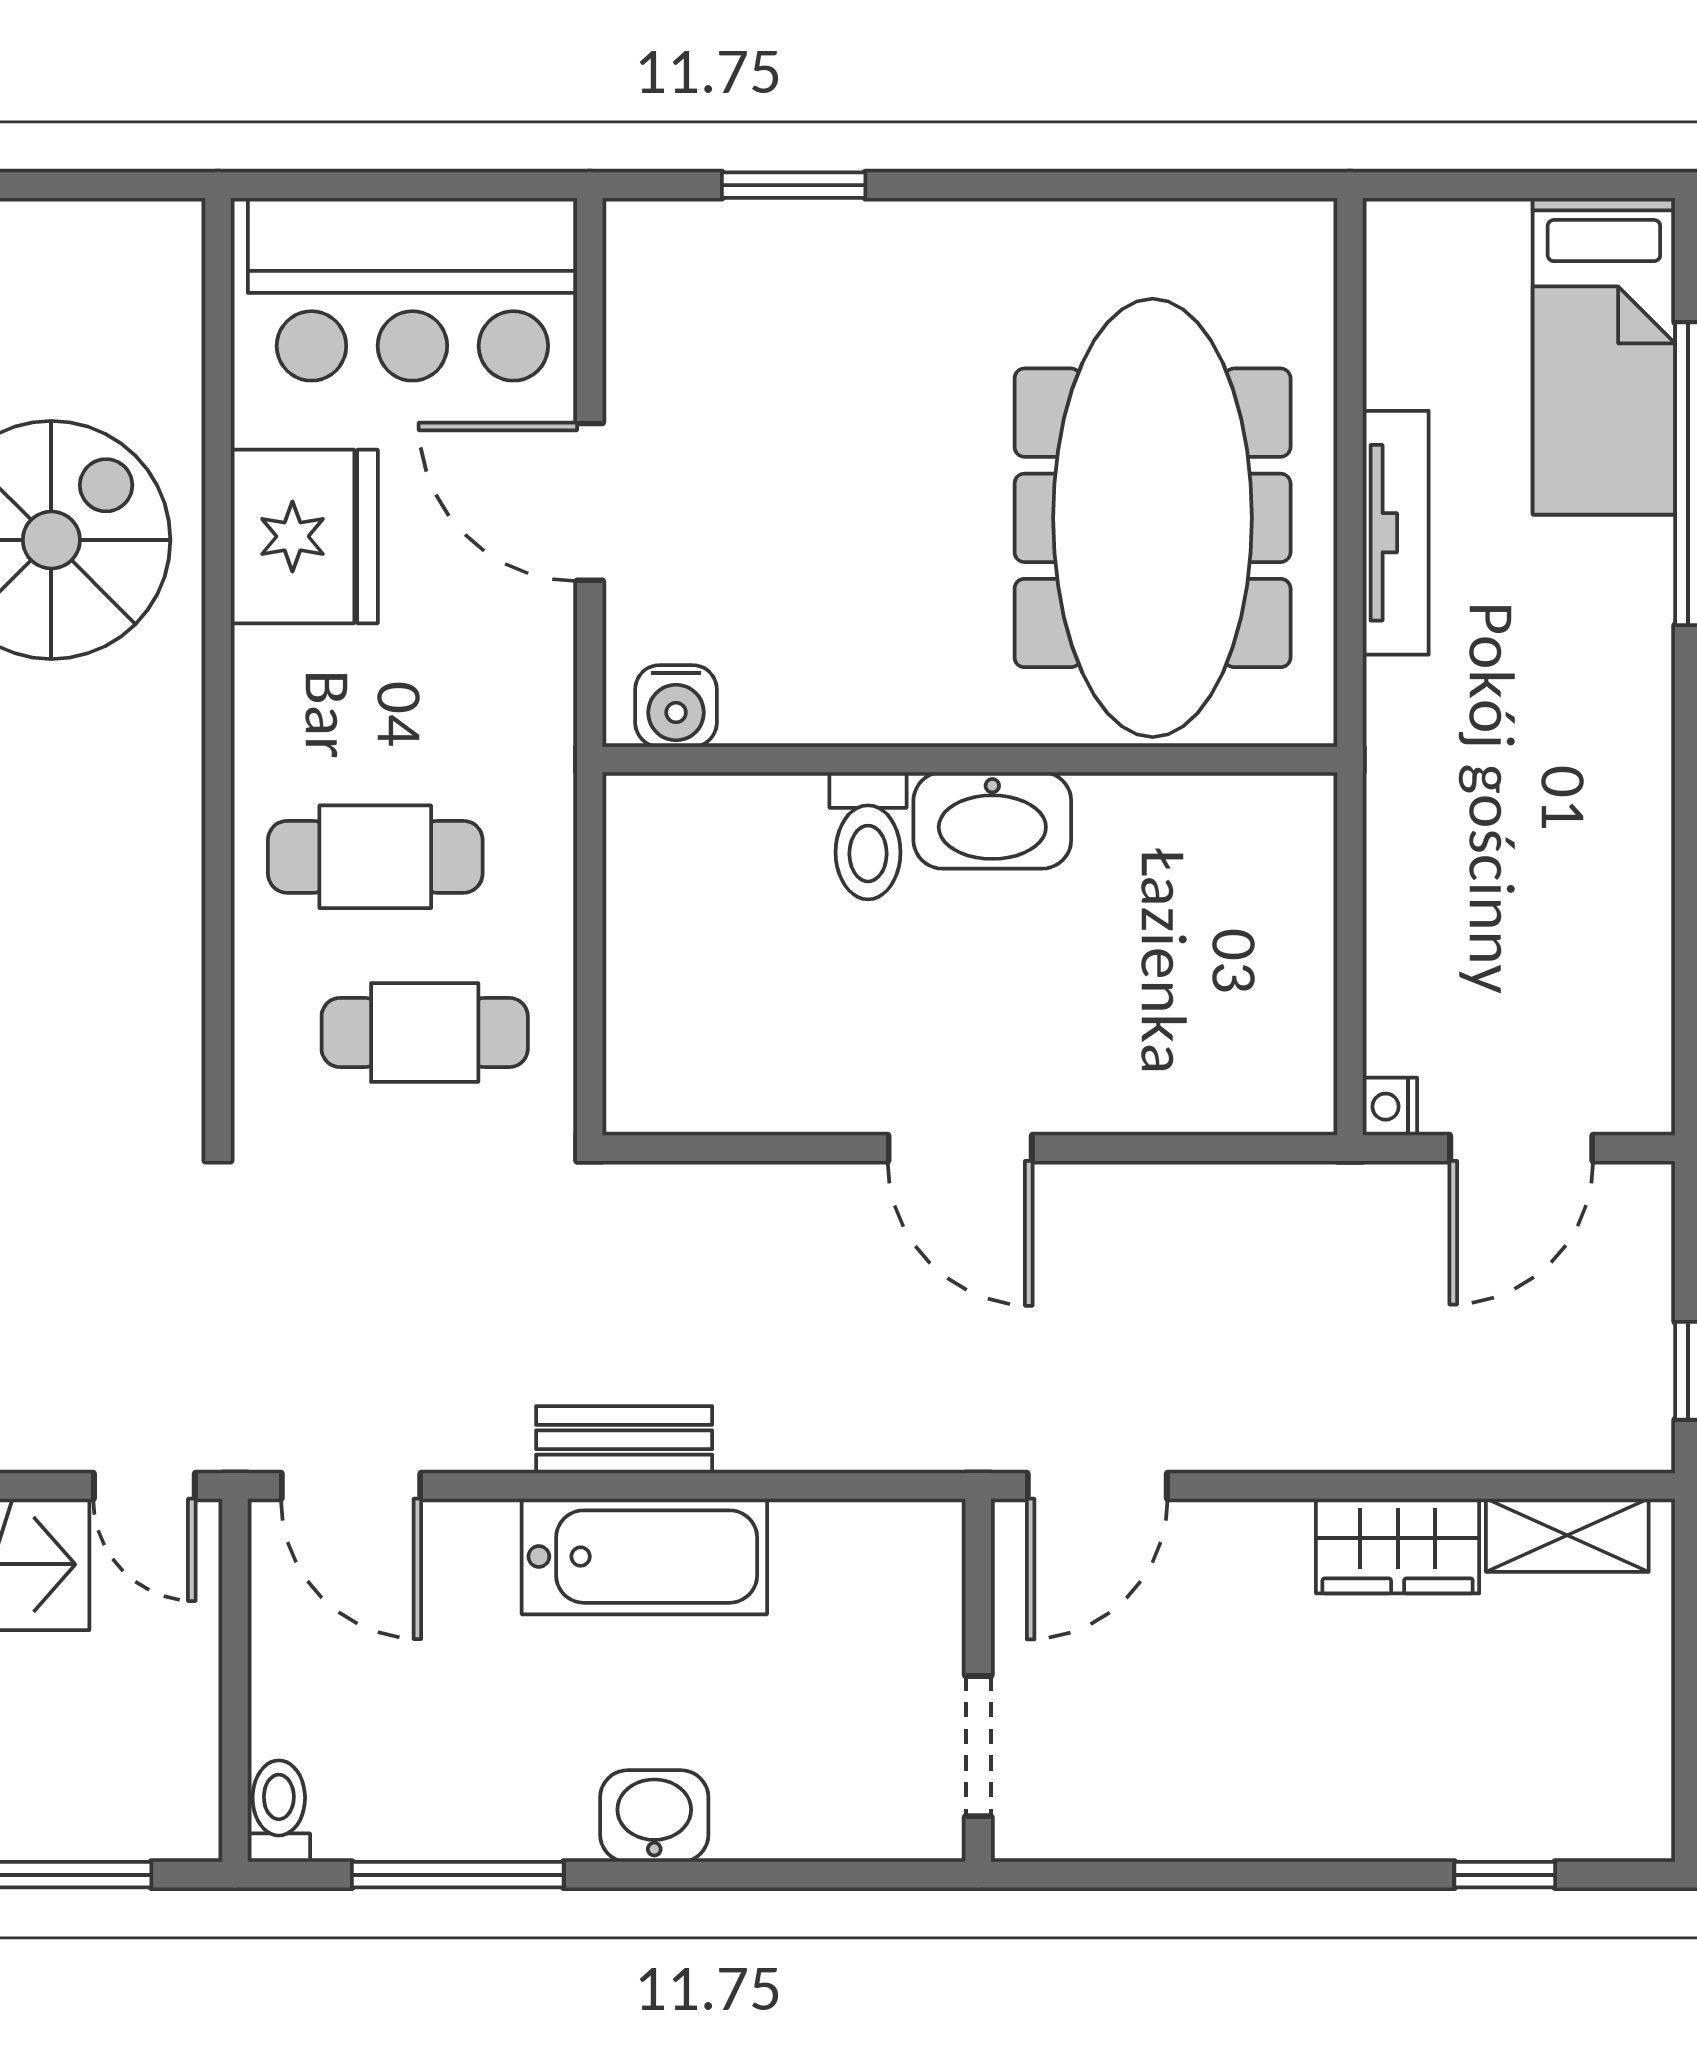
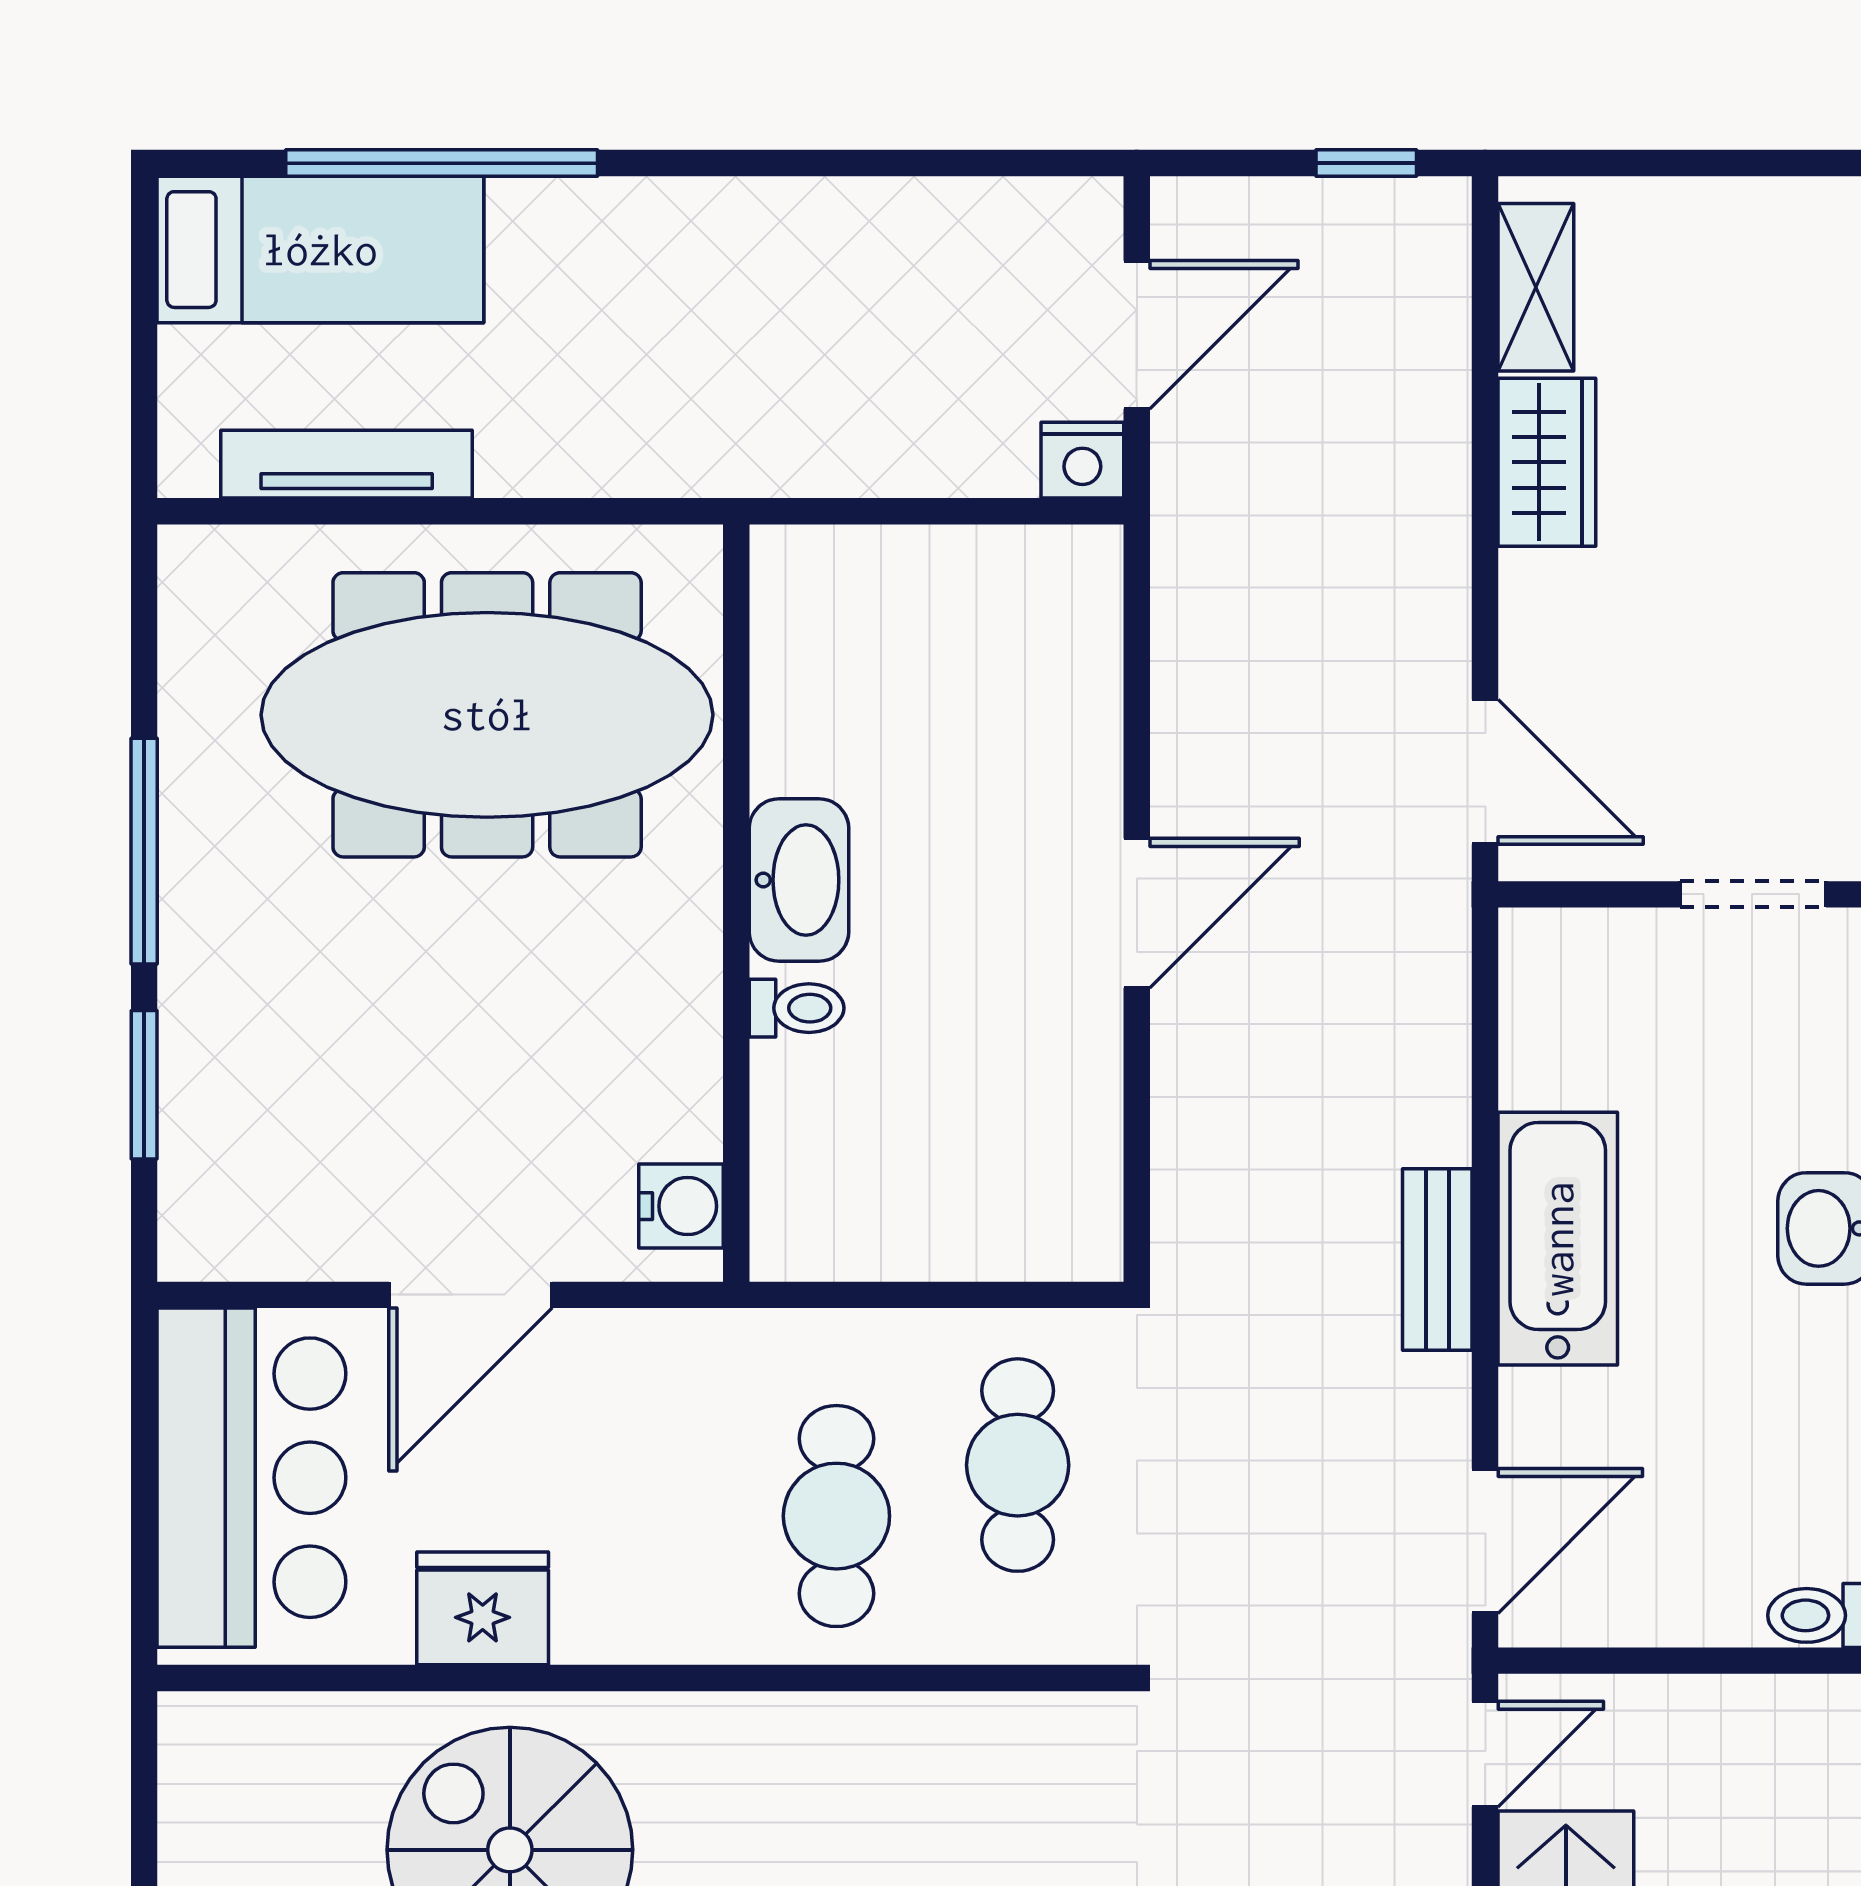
window: (1020, 185) -> (144, 851), added
tv unit: (1396, 533) -> (347, 464), moved
fridge: (304, 536) -> (483, 1608), width x0.73, depth x0.75
toilet: (868, 836) -> (797, 1008), width x0.73, depth x0.72
nightstand: (1390, 1107) -> (1082, 460), width x1.39, depth x1.35
door: (1521, 1148) -> (1137, 335), hinge flipped

